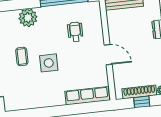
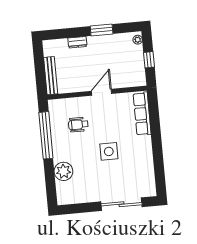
coffee table: (22, 56) -> (102, 178), removed
shoe rack: (139, 92) -> (139, 62), removed

